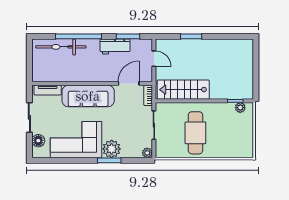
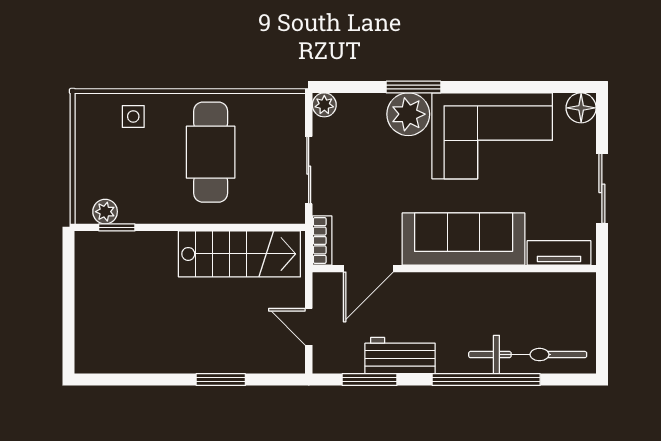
floor lamp: (38, 141) -> (581, 108), moved
side table: (228, 148) -> (133, 116), added

